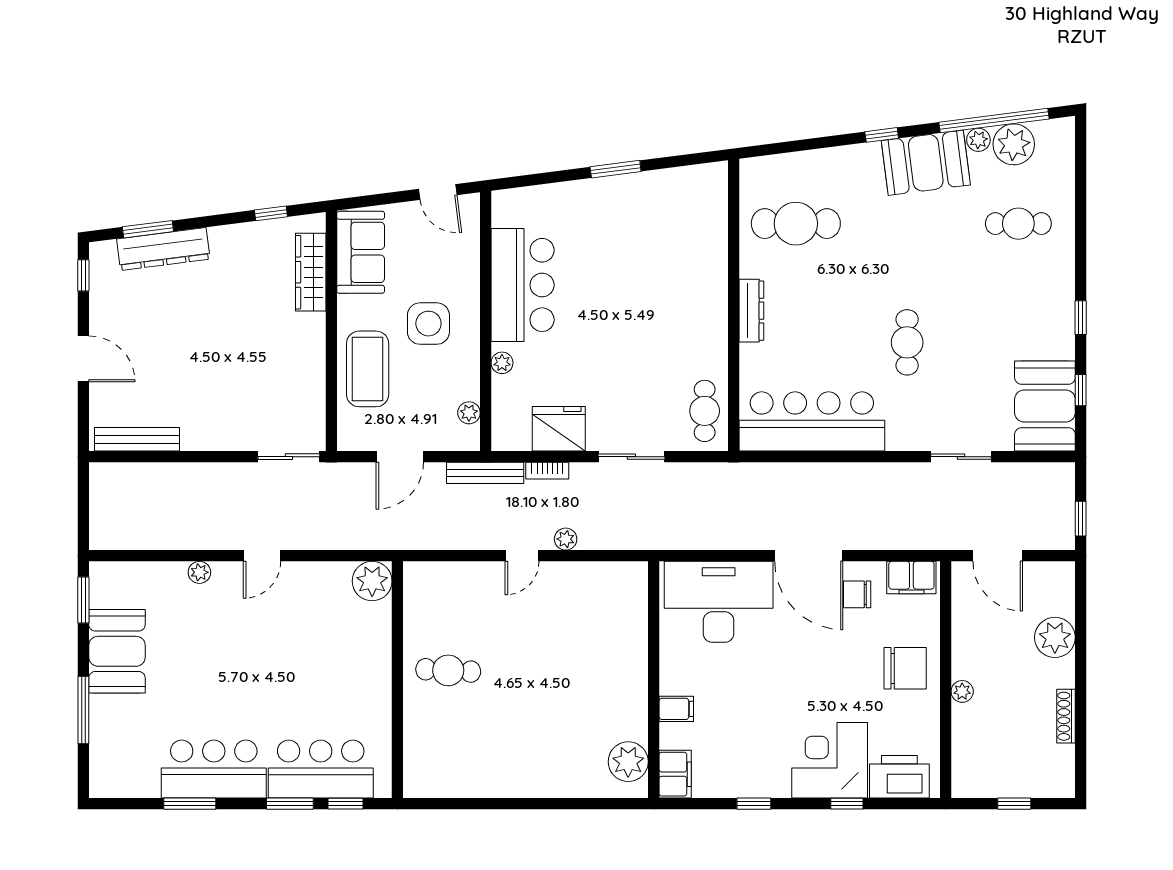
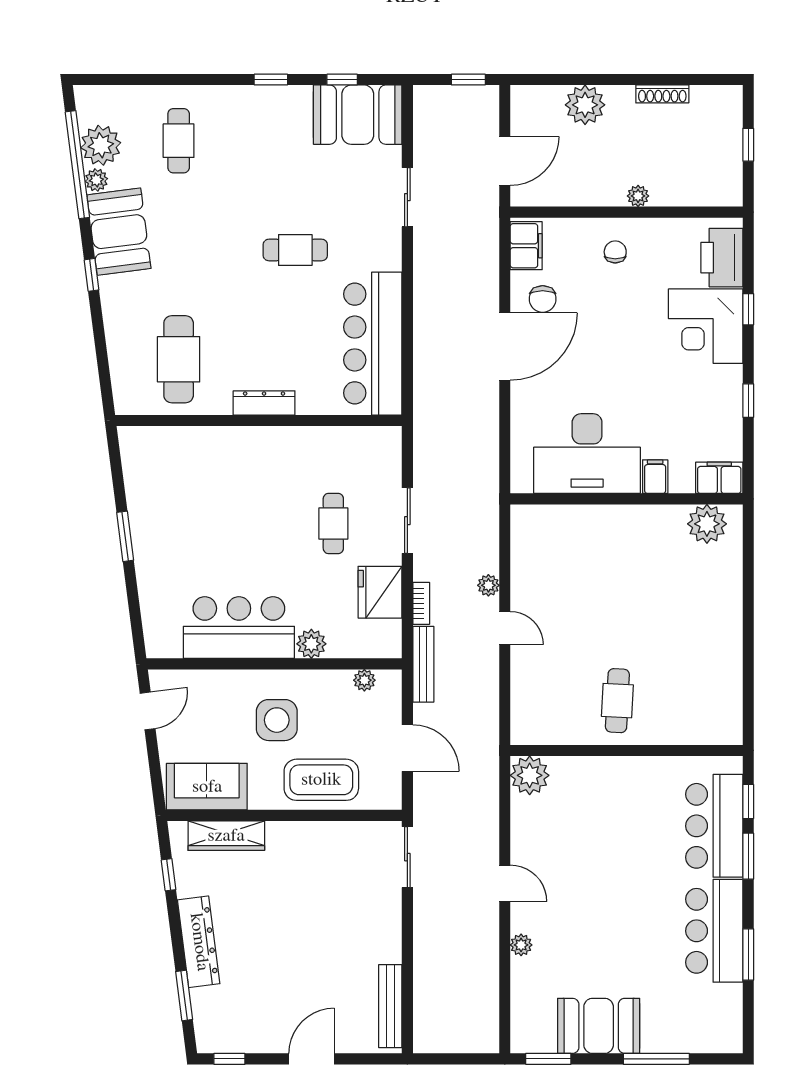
dresser: (163, 249) -> (199, 942), moved
plant: (502, 363) -> (311, 644), width x1.38, depth x1.38
cafe table: (705, 411) -> (333, 523), moved, turned 90
desk: (719, 602) -> (587, 454), moved, turned -90
chair: (905, 668) -> (615, 252), width x0.54, depth x0.54

